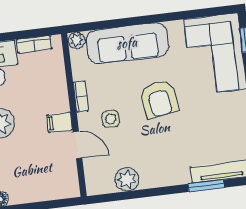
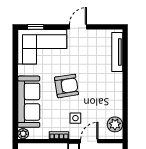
plant: (127, 179) -> (115, 124), moved
window: (206, 186) -> (125, 63), removed

